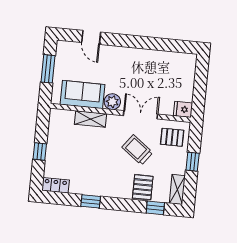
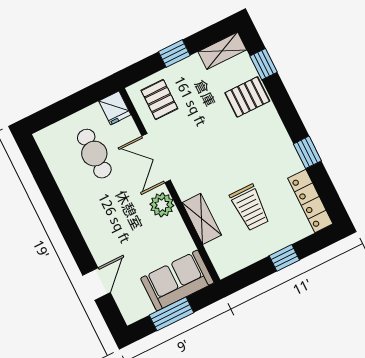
cafe table: (165, 82) -> (94, 154), added
sofa: (82, 95) -> (177, 280), moved, turned 90
trolley: (137, 150) -> (250, 208), moved, turned -37
locker: (56, 185) -> (310, 201), width x1.53

